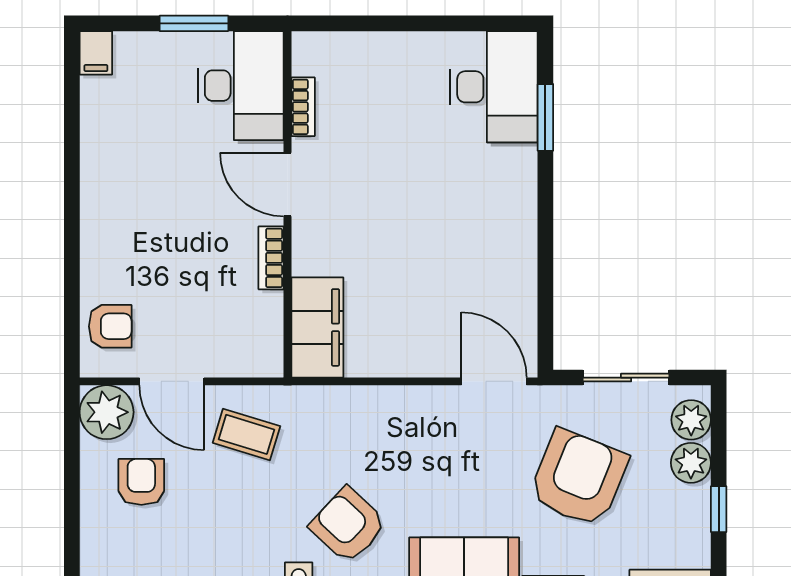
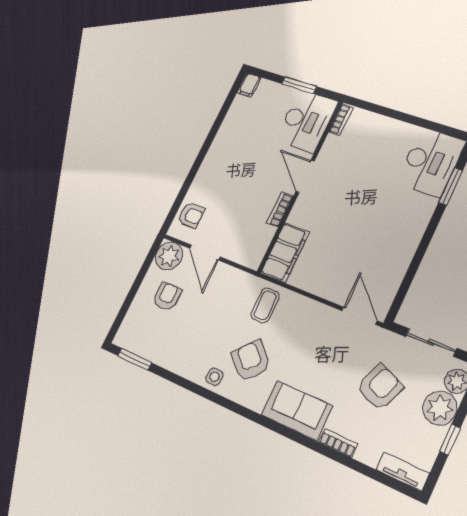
bookcase: (303, 107) -> (341, 120), moved
coffee table: (246, 434) -> (265, 305), moved, turned 73
plant: (691, 463) -> (440, 408), width x1.36, depth x1.36
armchair: (578, 478) -> (380, 387), width x0.73, depth x0.73

